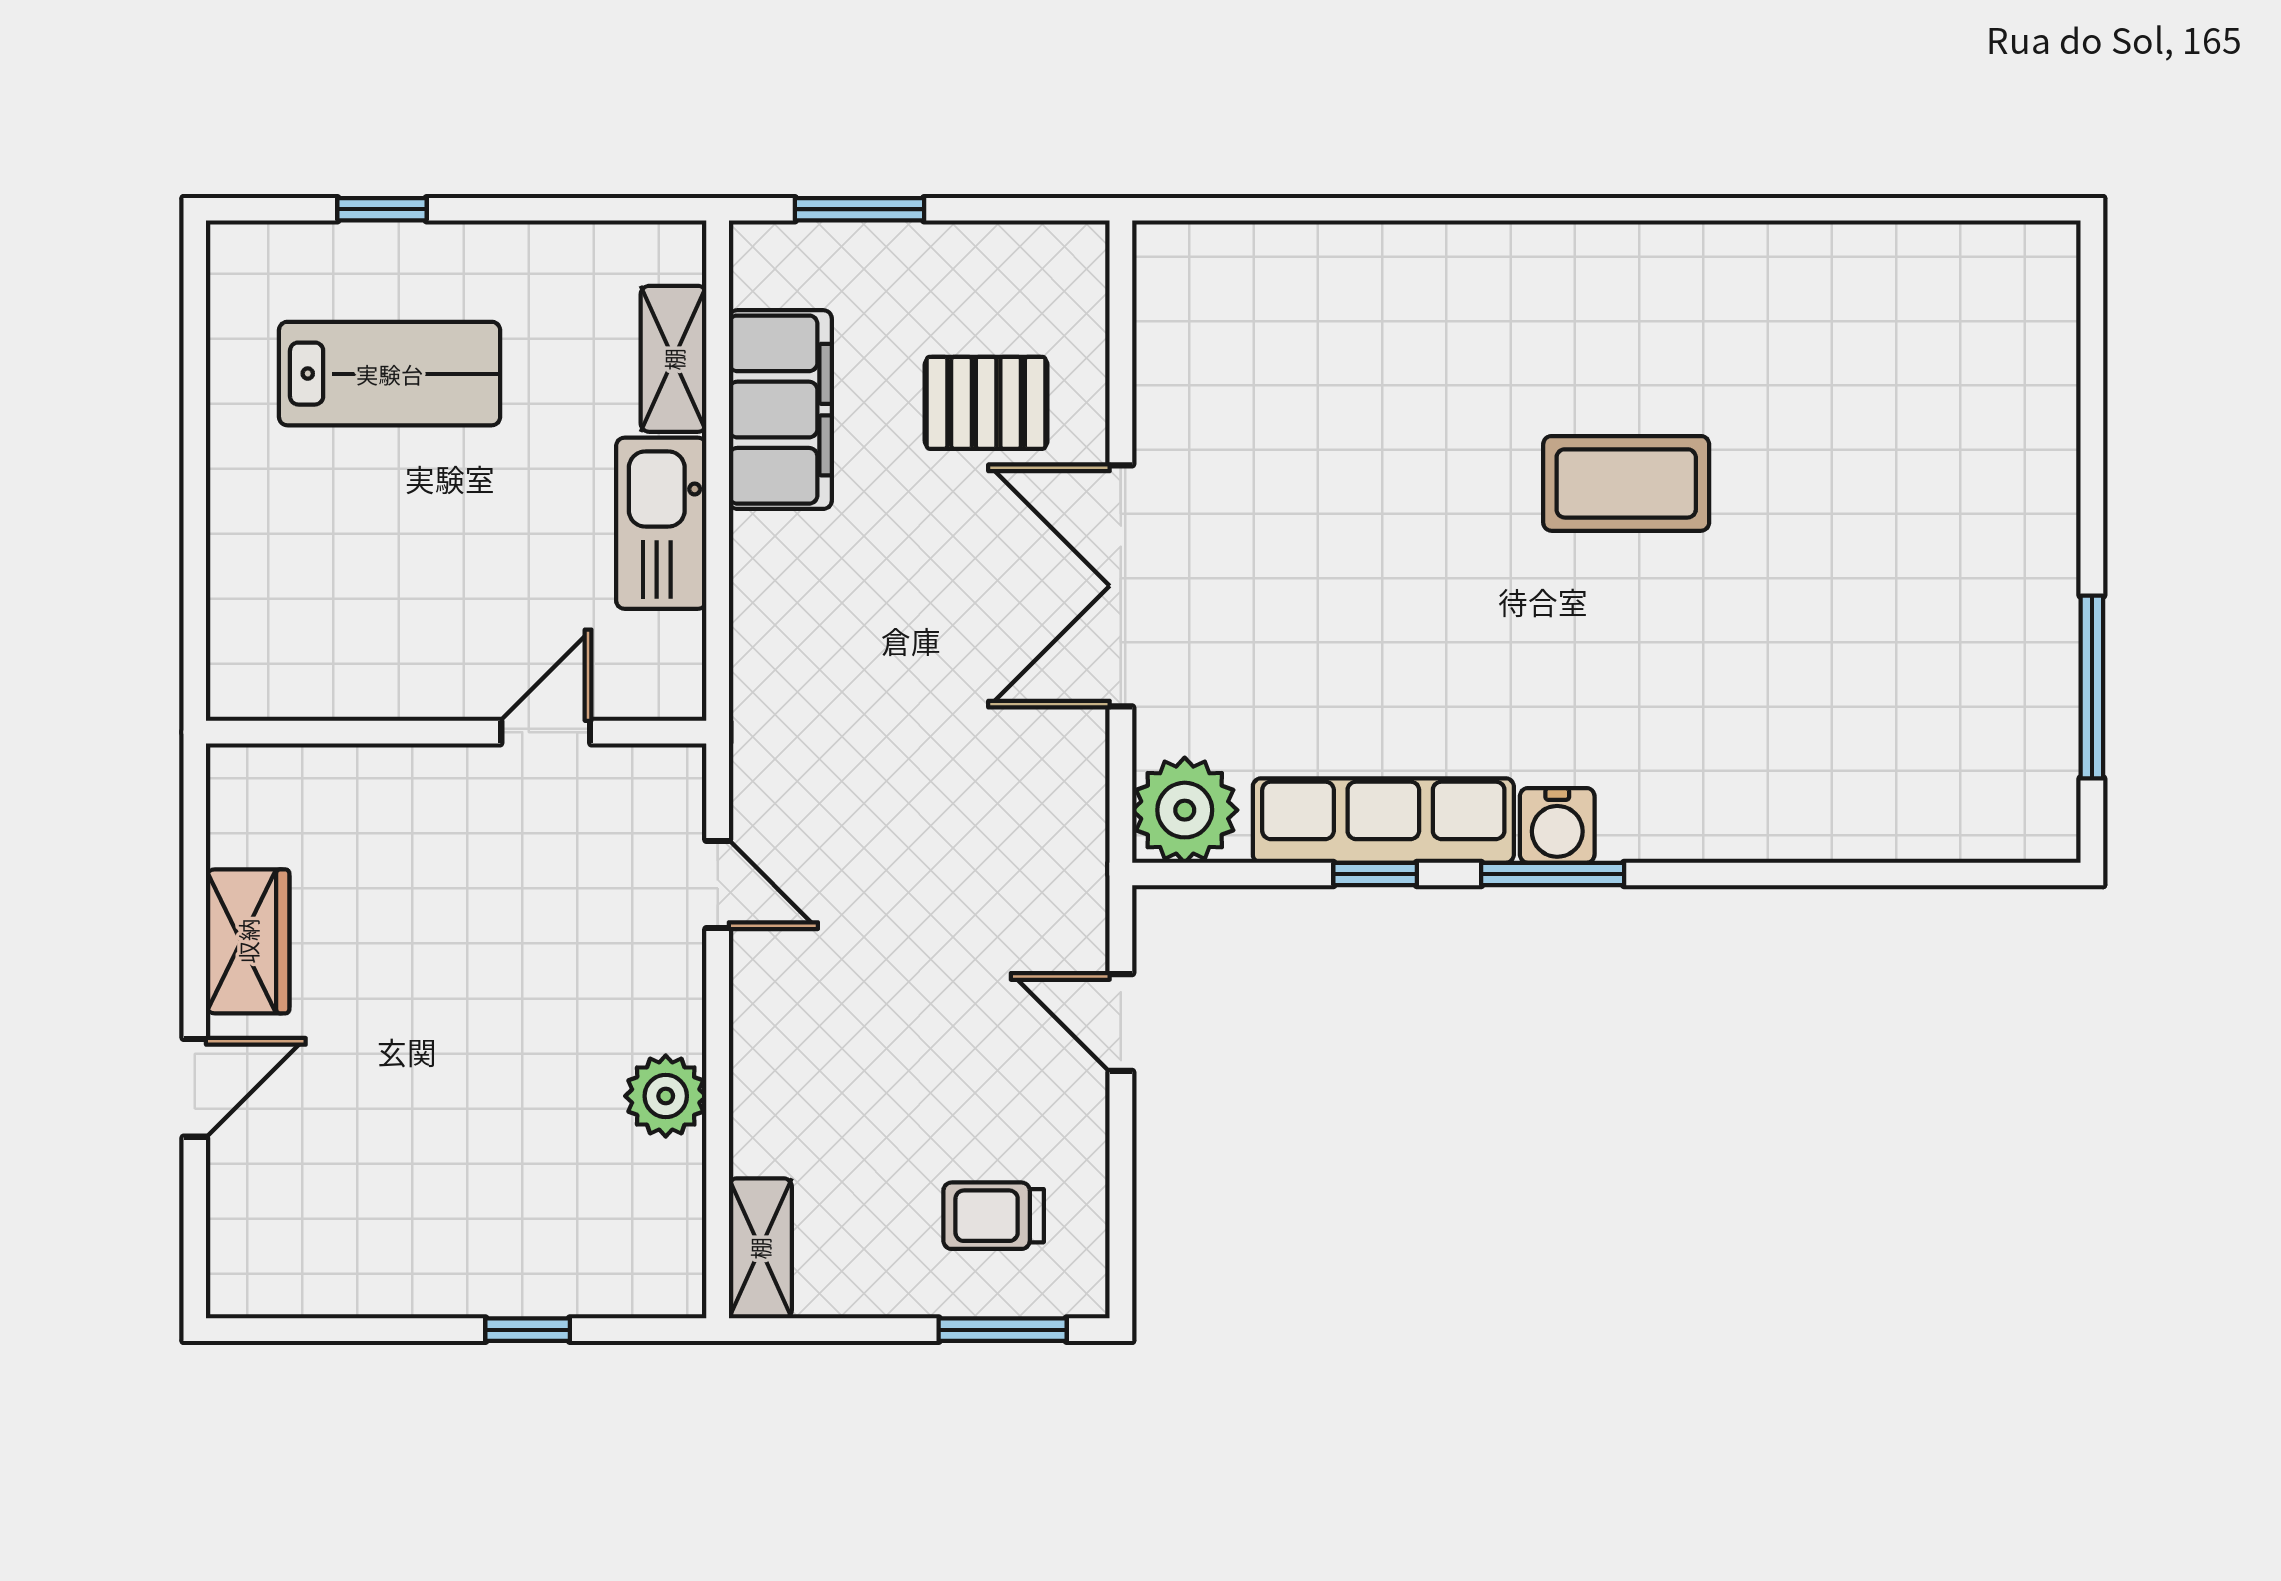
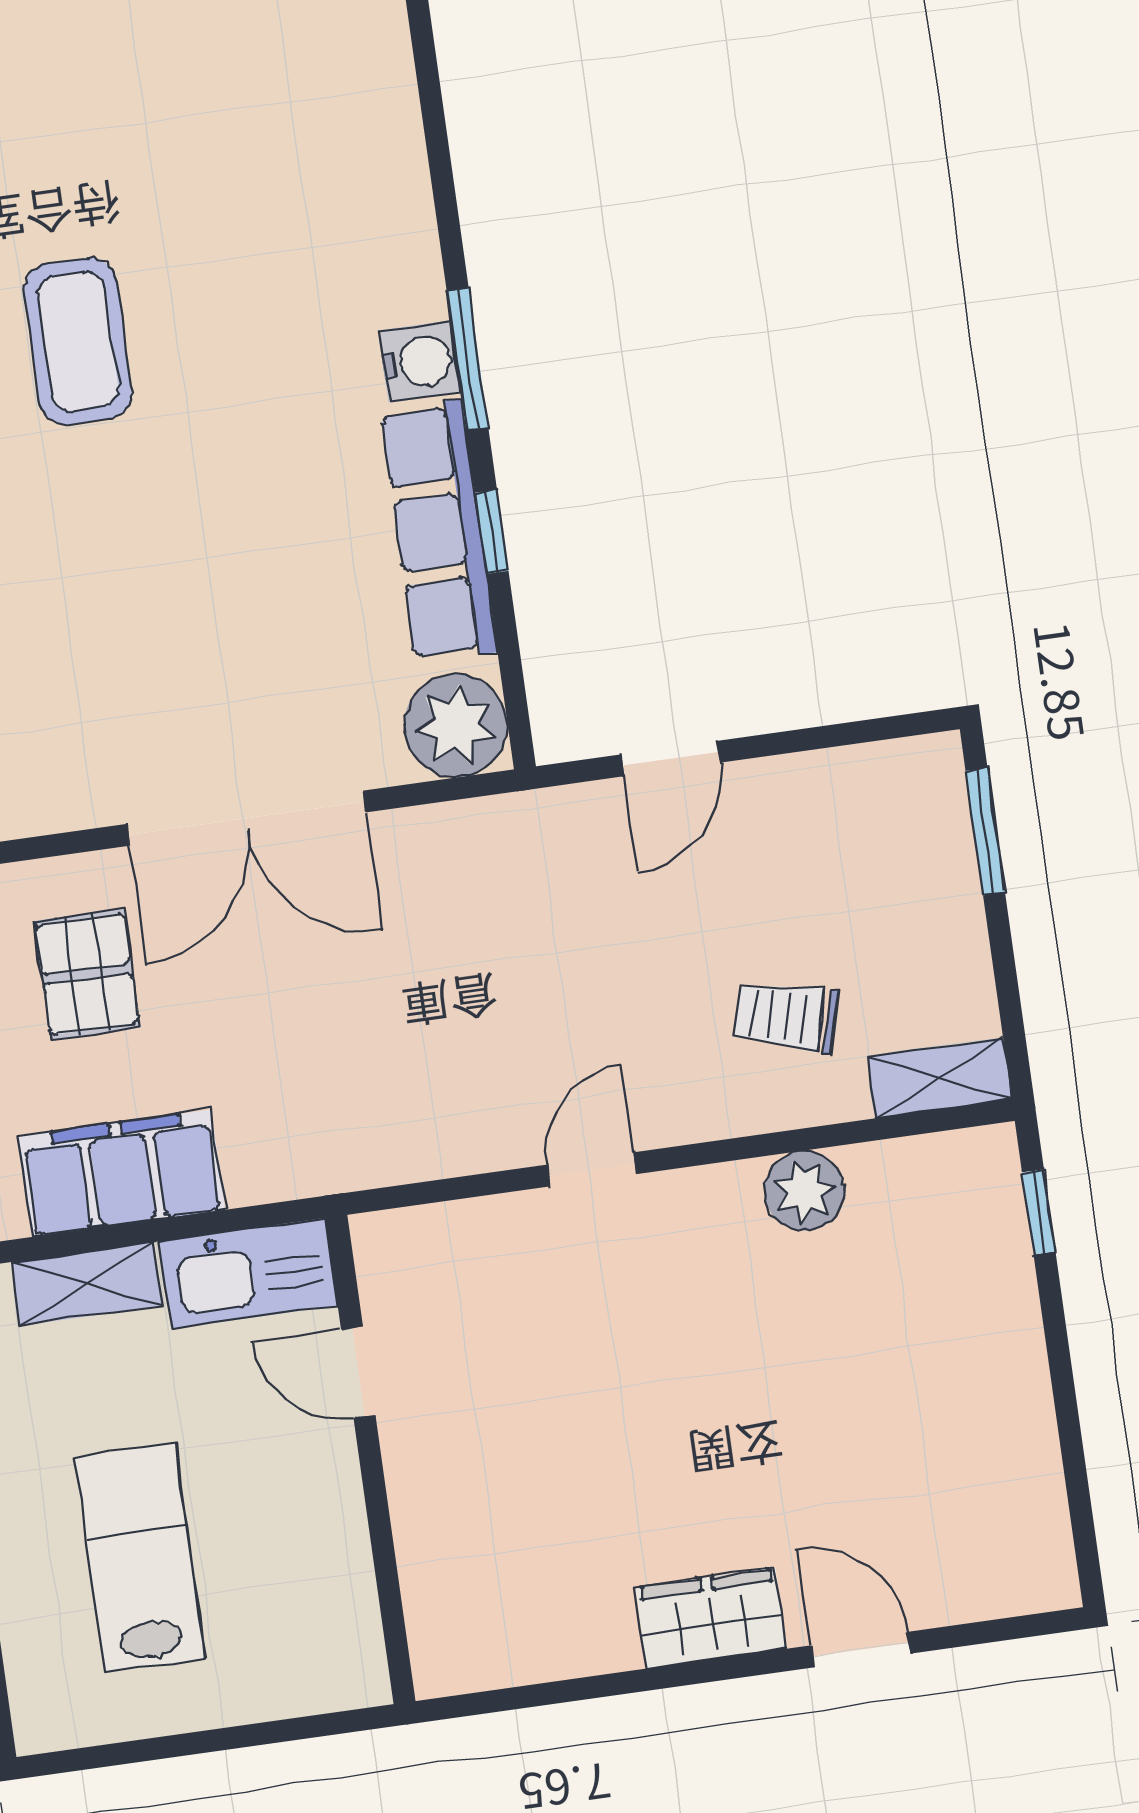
wall: (456, 732) -> (370, 1459), moved
door: (546, 732) -> (358, 1372), moved
trolley: (994, 1216) -> (786, 1016), moved, turned 105
window: (528, 1330) -> (1039, 1212), moved

